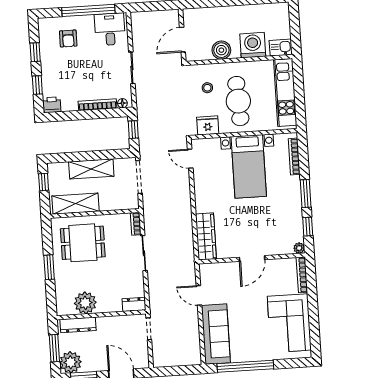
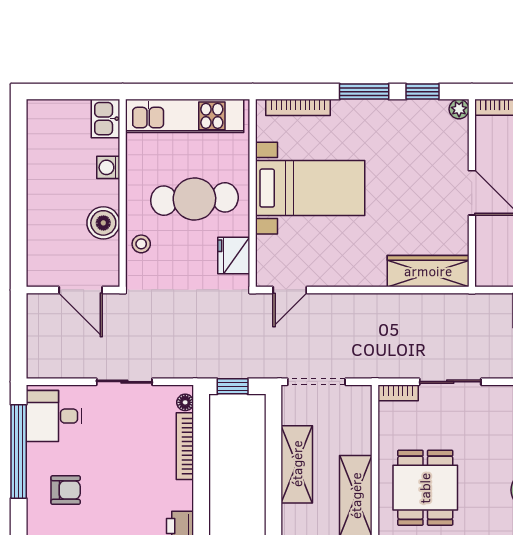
washing machine: (253, 45) -> (108, 167), width x0.53, depth x0.53
stool: (207, 88) -> (141, 244), moved

